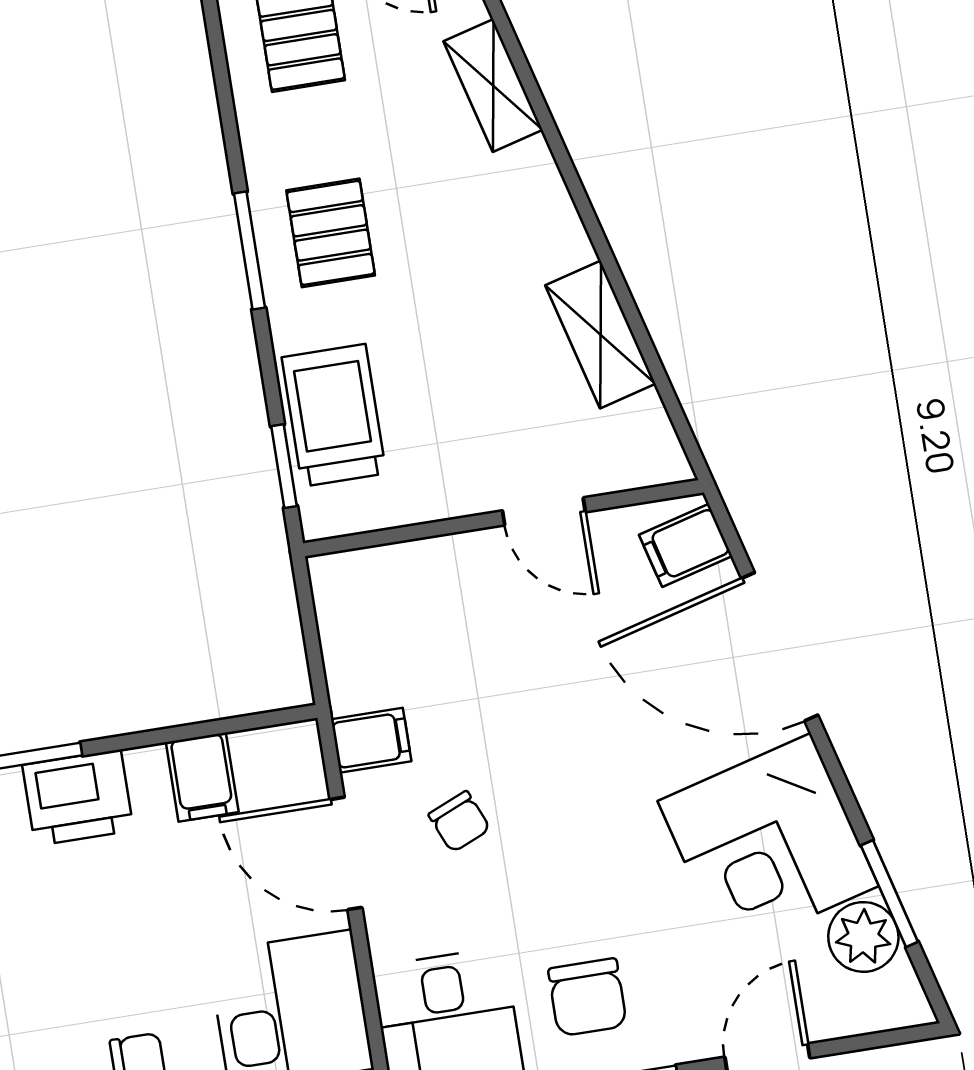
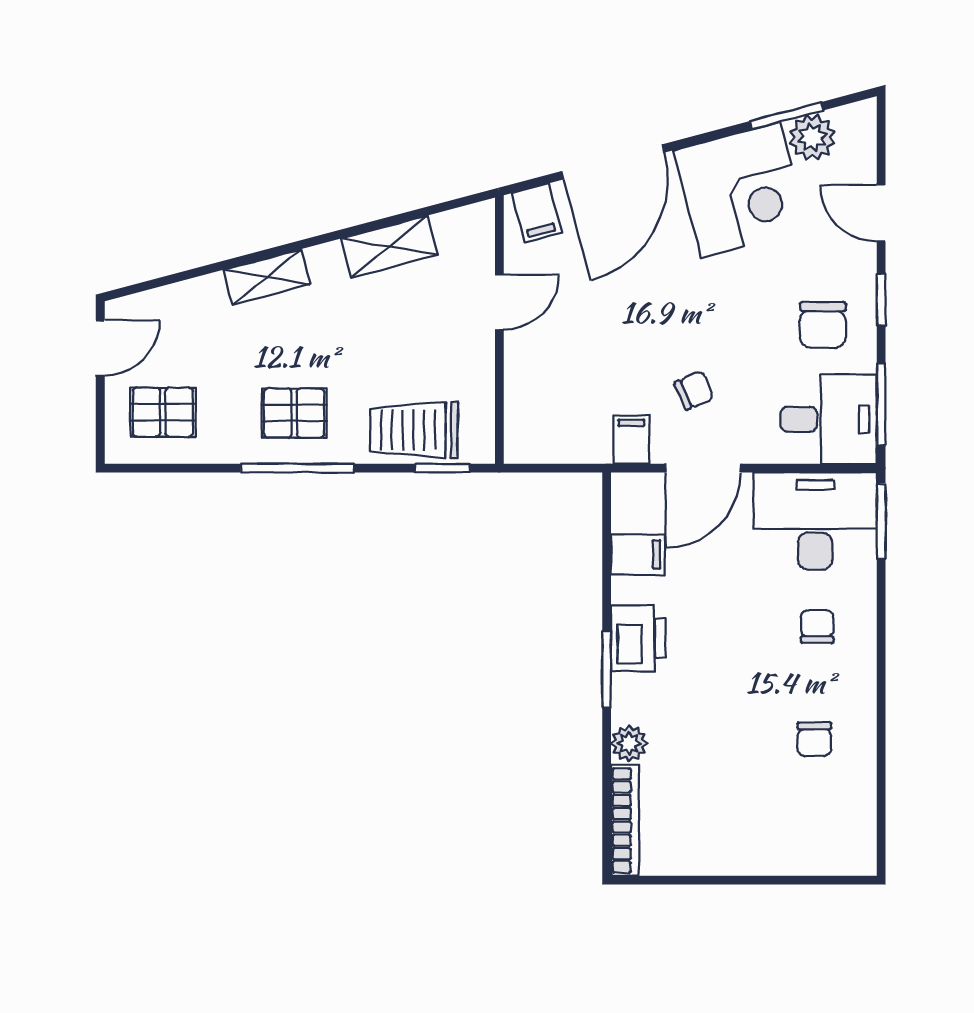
shelving: (493, 86) -> (267, 277), moved
window: (249, 251) -> (297, 468), width x1.44
chair: (587, 997) -> (823, 325), turned 90

